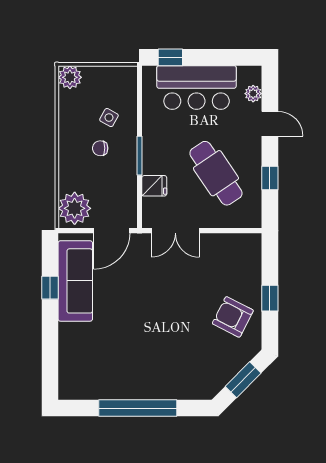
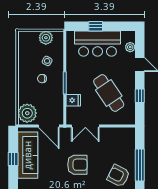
window: (170, 57) -> (96, 26), moved
plant: (70, 77) -> (46, 38), moved
door: (112, 231) -> (49, 126), hinge flipped
armchair: (162, 298) -> (77, 165), added
window: (270, 298) -> (140, 165), width x2.17

